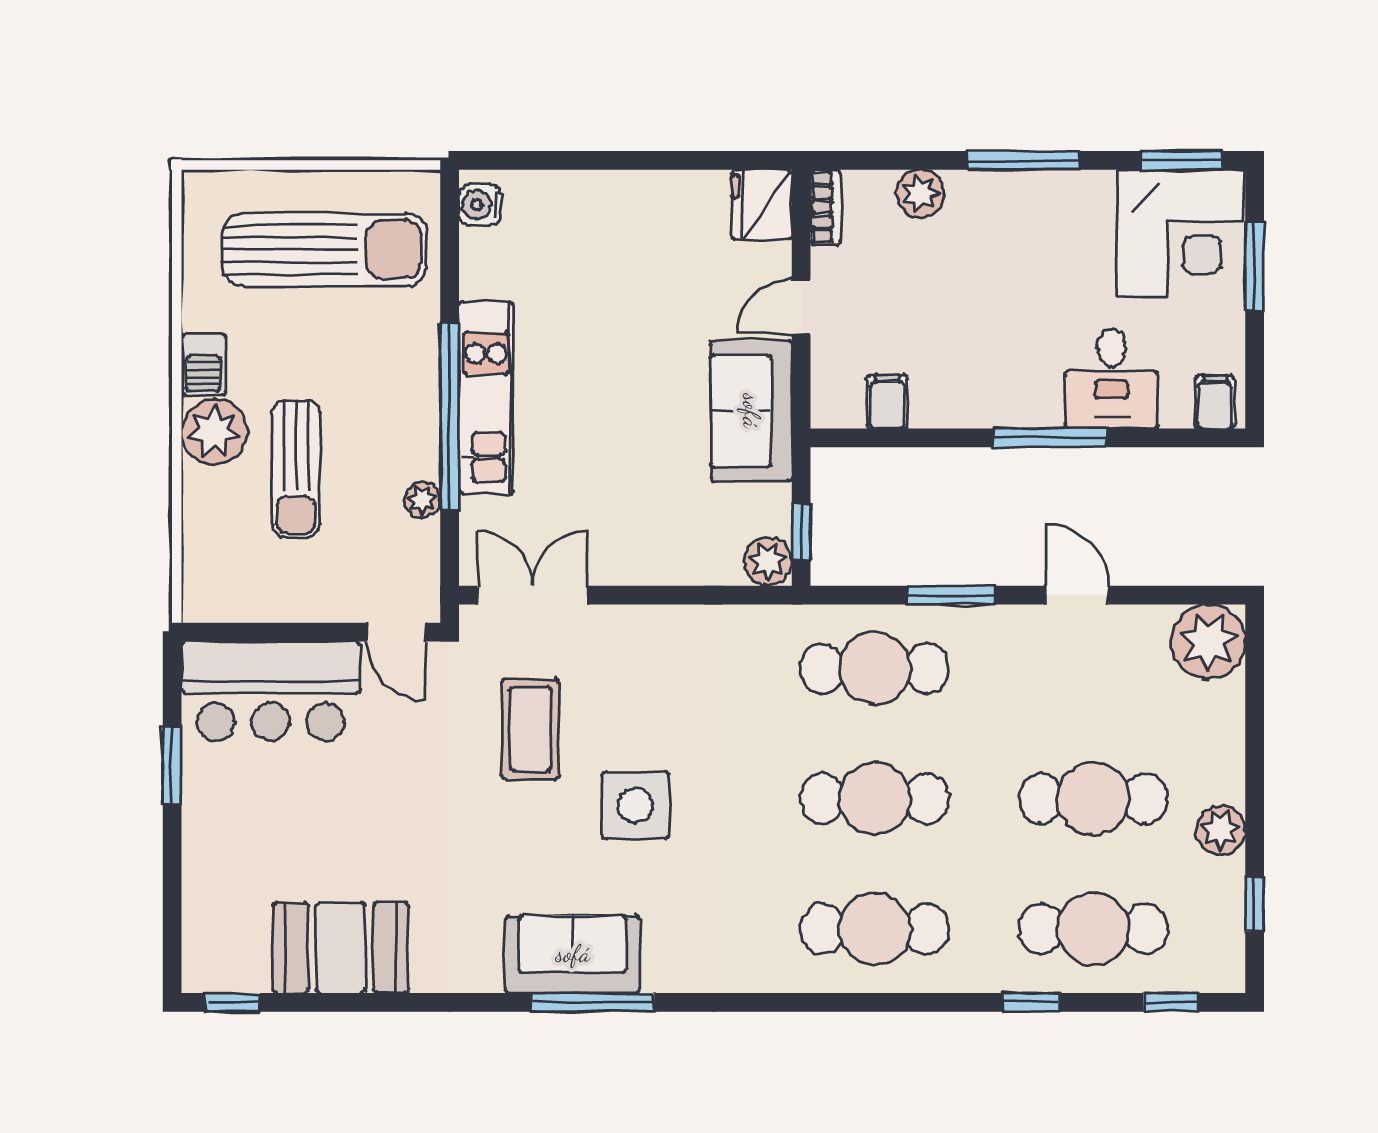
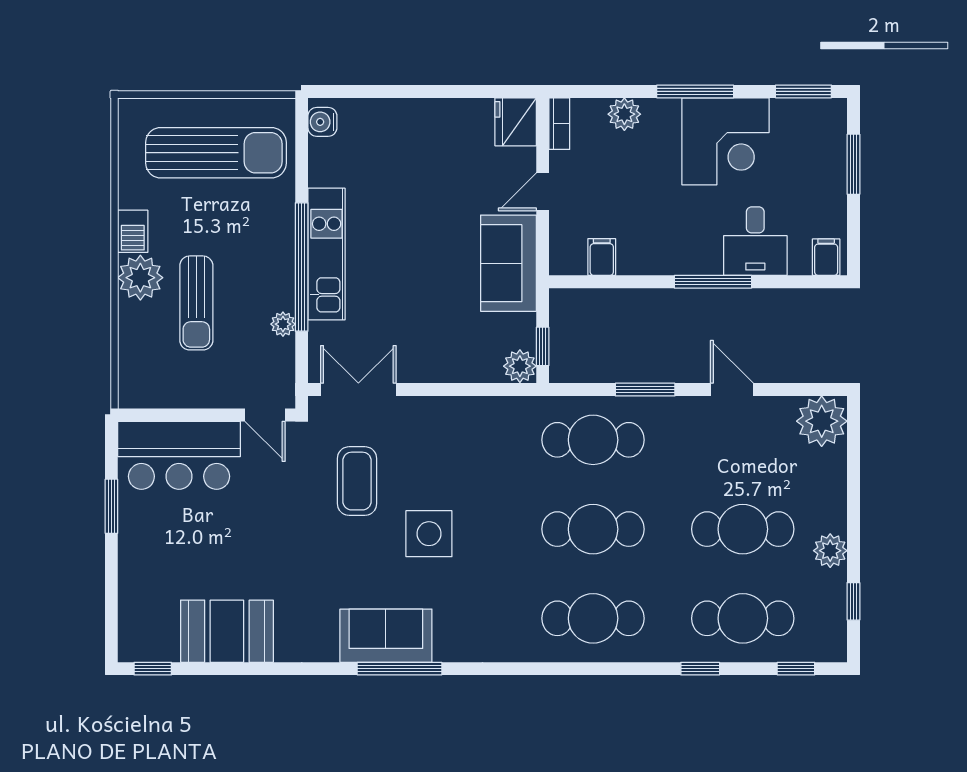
corner desk: (1180, 233) -> (725, 141), moved

